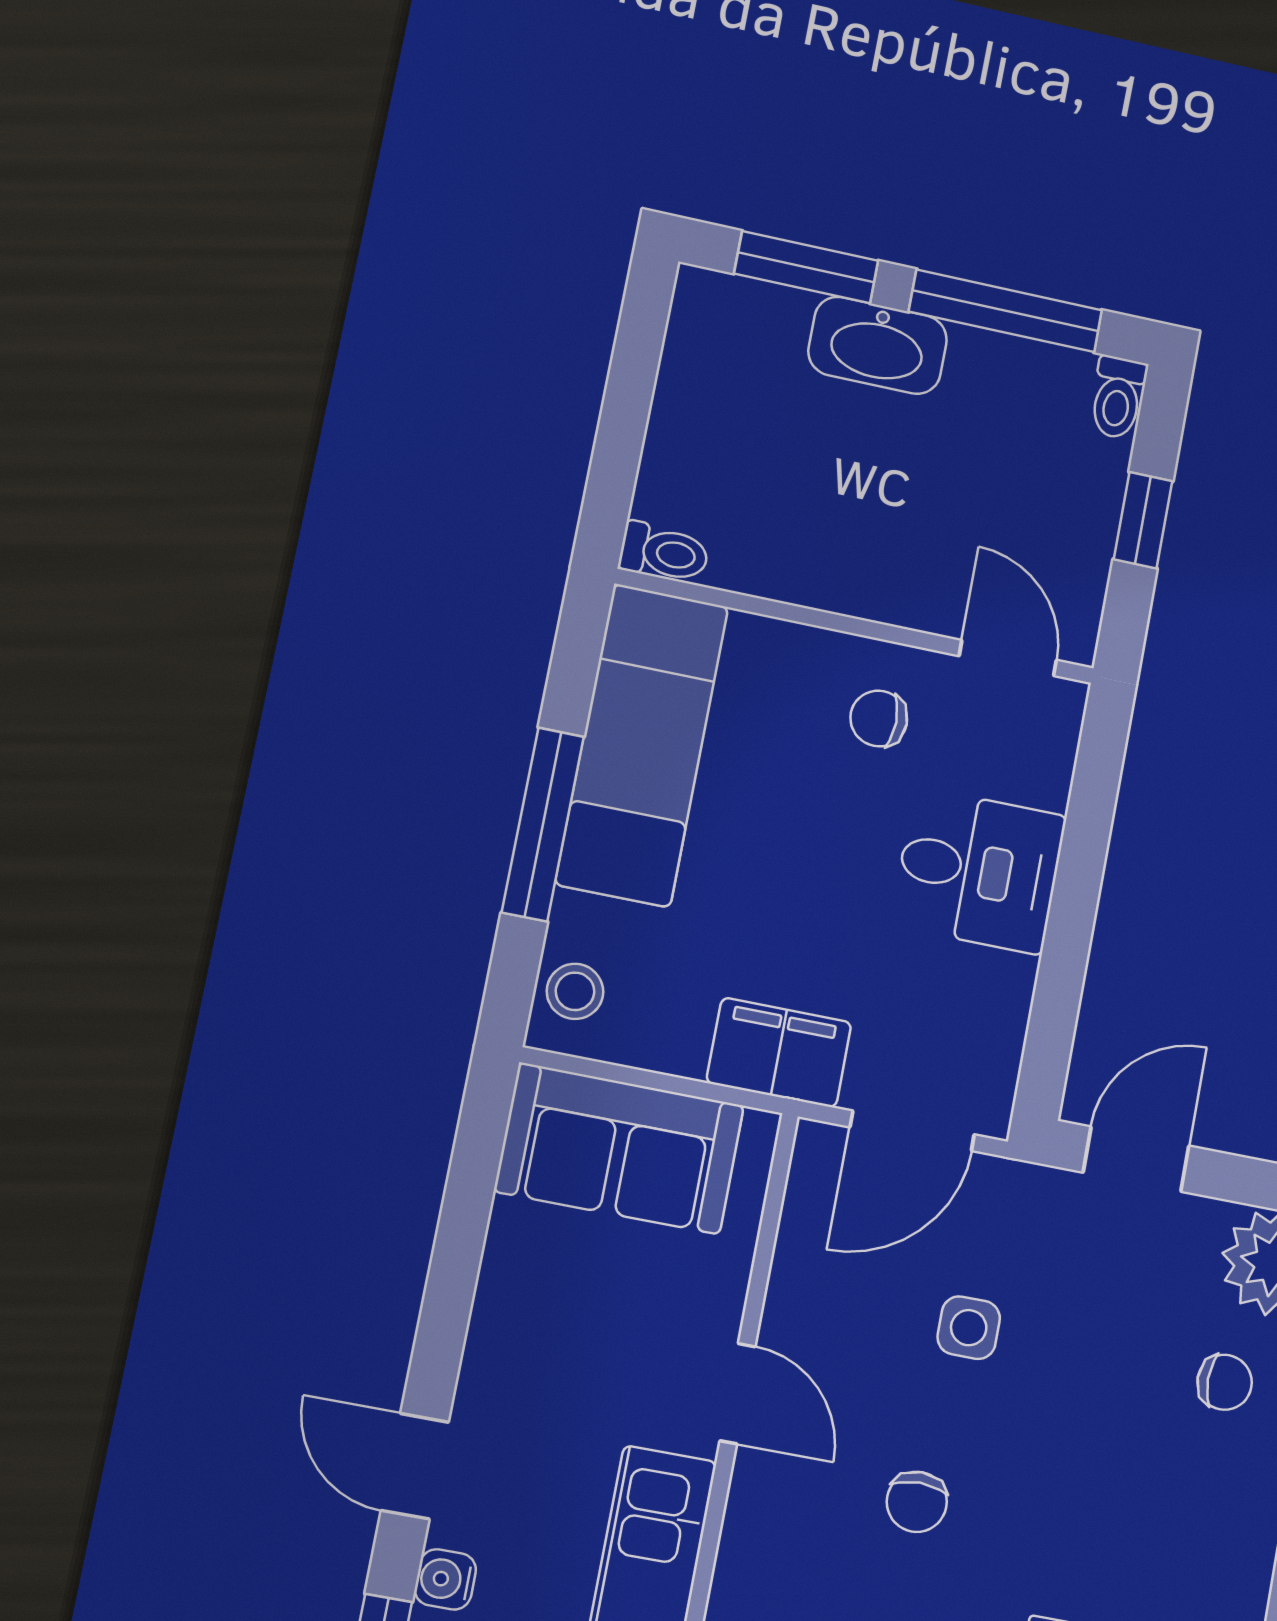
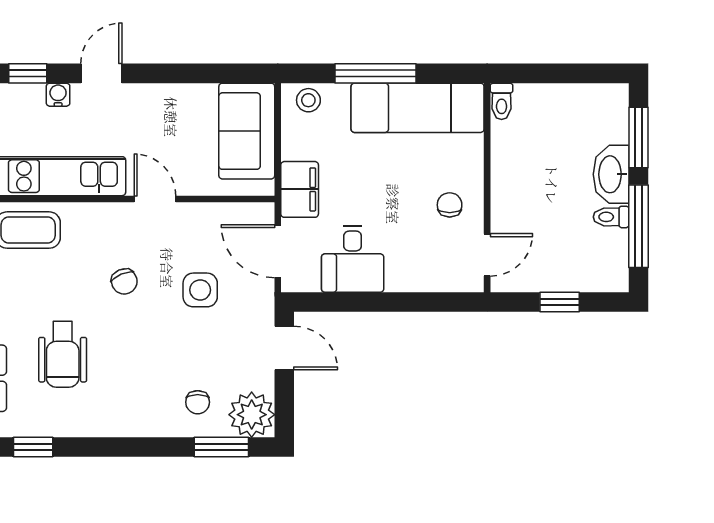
toilet: (1118, 397) -> (611, 217), moved
desk: (979, 871) -> (353, 259), moved
side table: (969, 1328) -> (200, 290), width x1.37, depth x1.37
door: (738, 1394) -> (155, 199), swing flipped
chair: (917, 1502) -> (124, 281), turned -113

